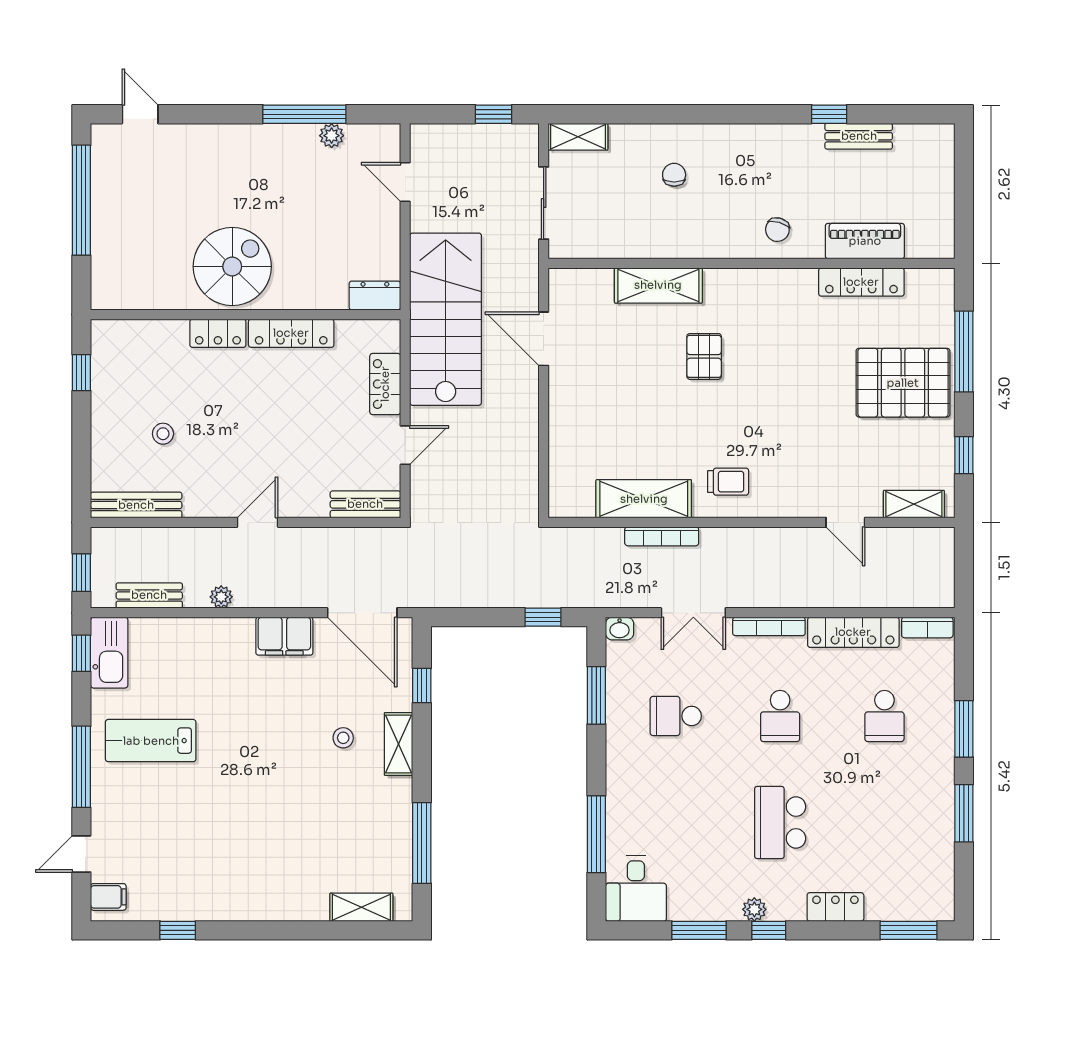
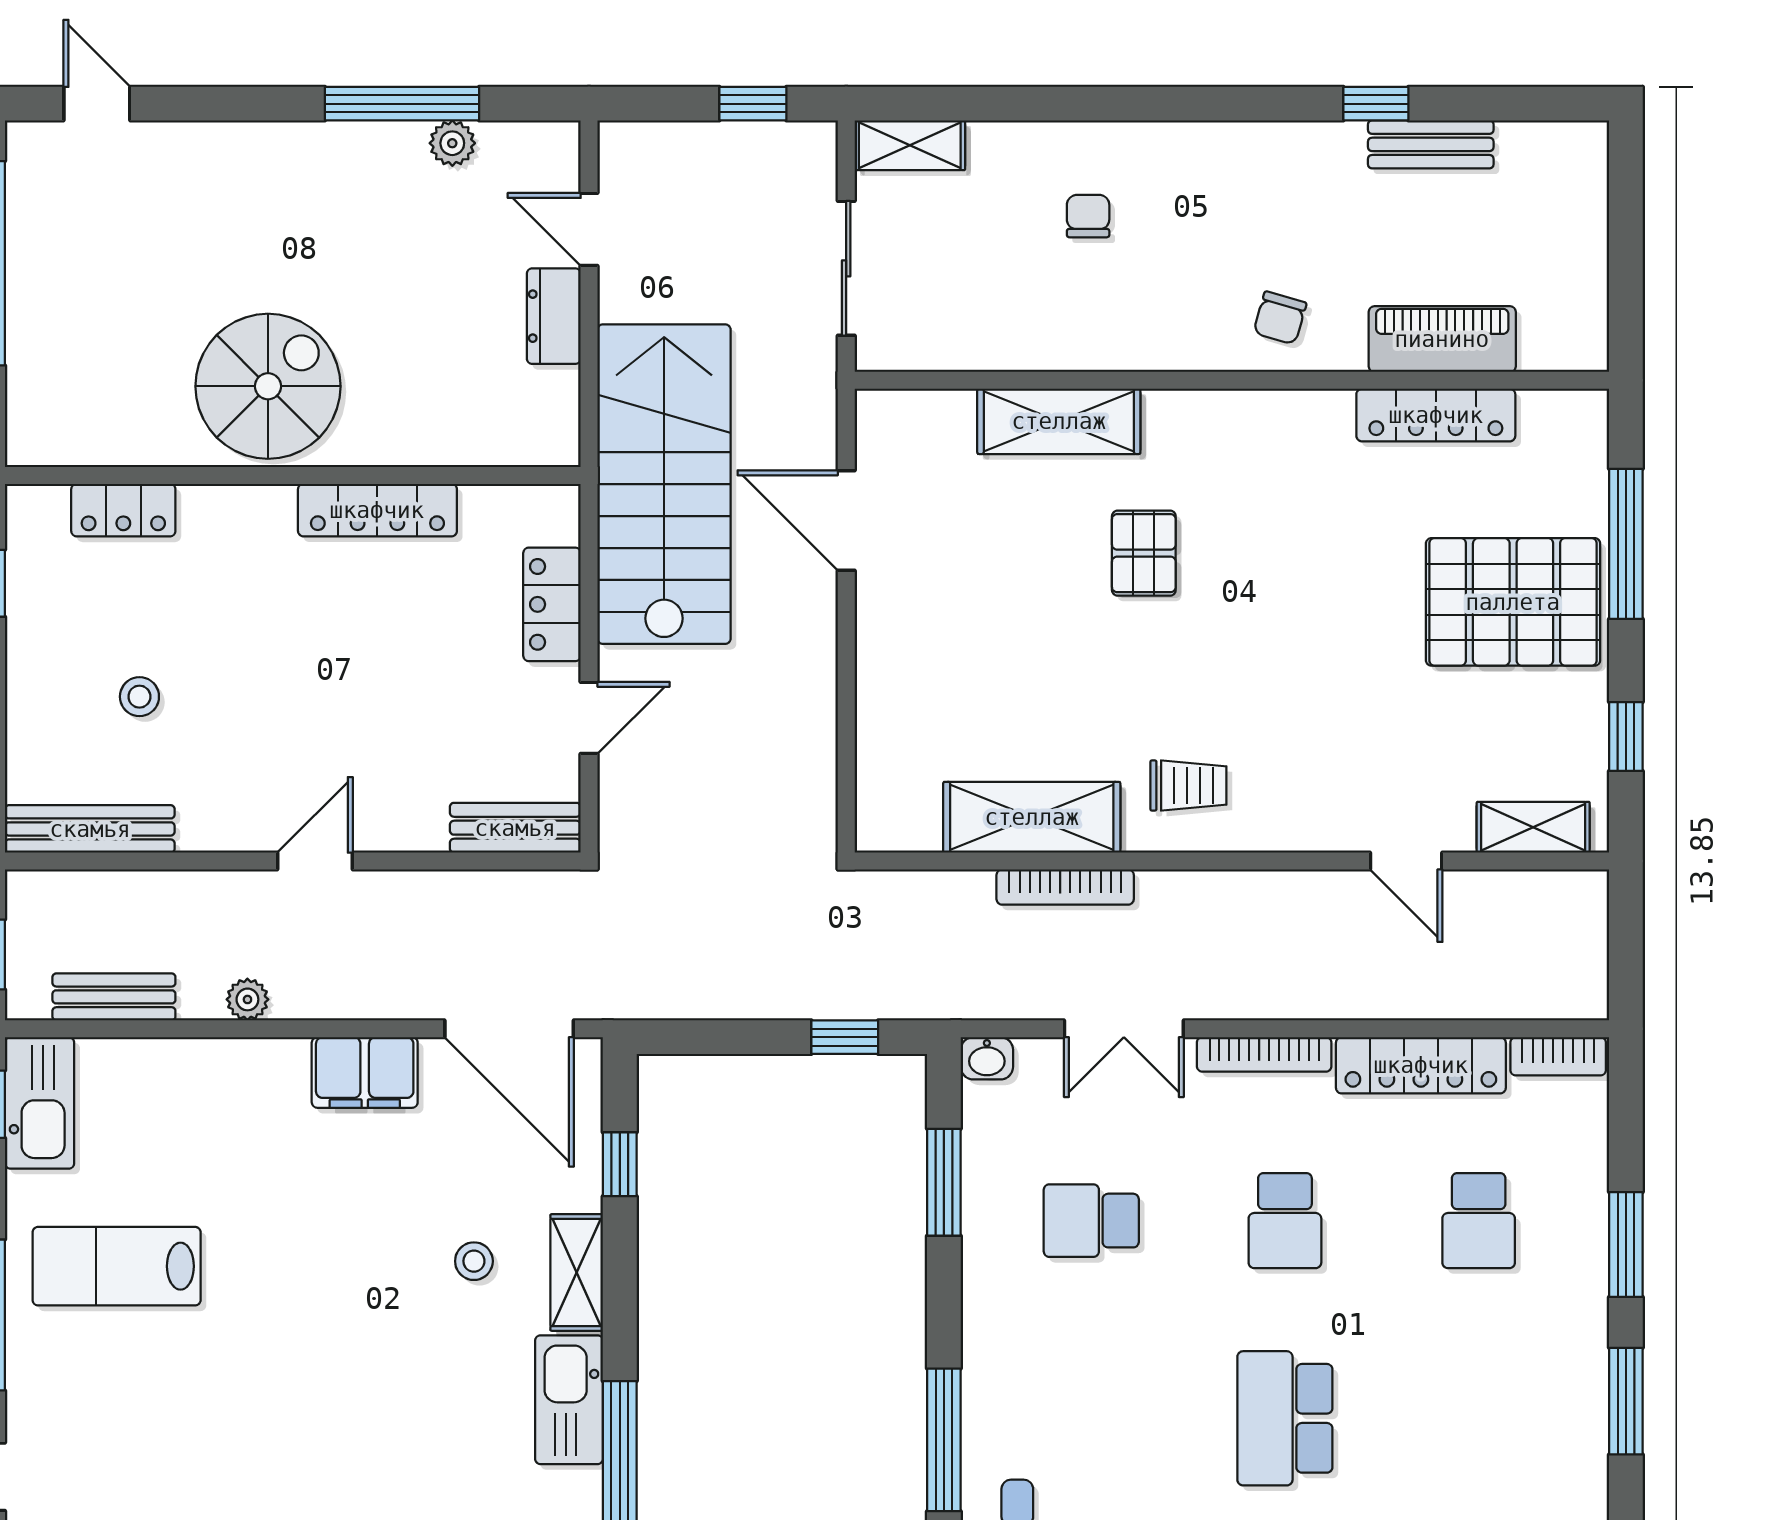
dresser: (375, 296) -> (554, 316), moved, turned -90
locker: (218, 333) -> (123, 510), moved
kitchen sink: (394, 812) -> (569, 1400), added

